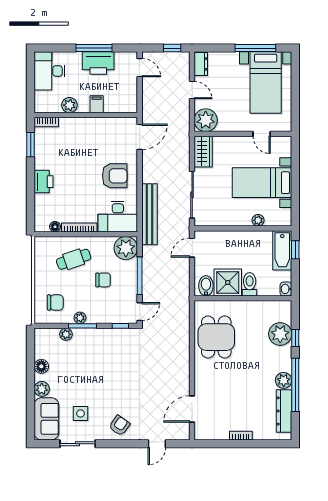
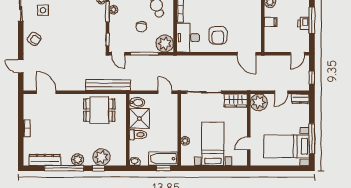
printer: (98, 63) -> (304, 23), width x0.53, depth x0.68
bench: (149, 214) -> (108, 85), moved
plant: (284, 380) -> (78, 160), moved

